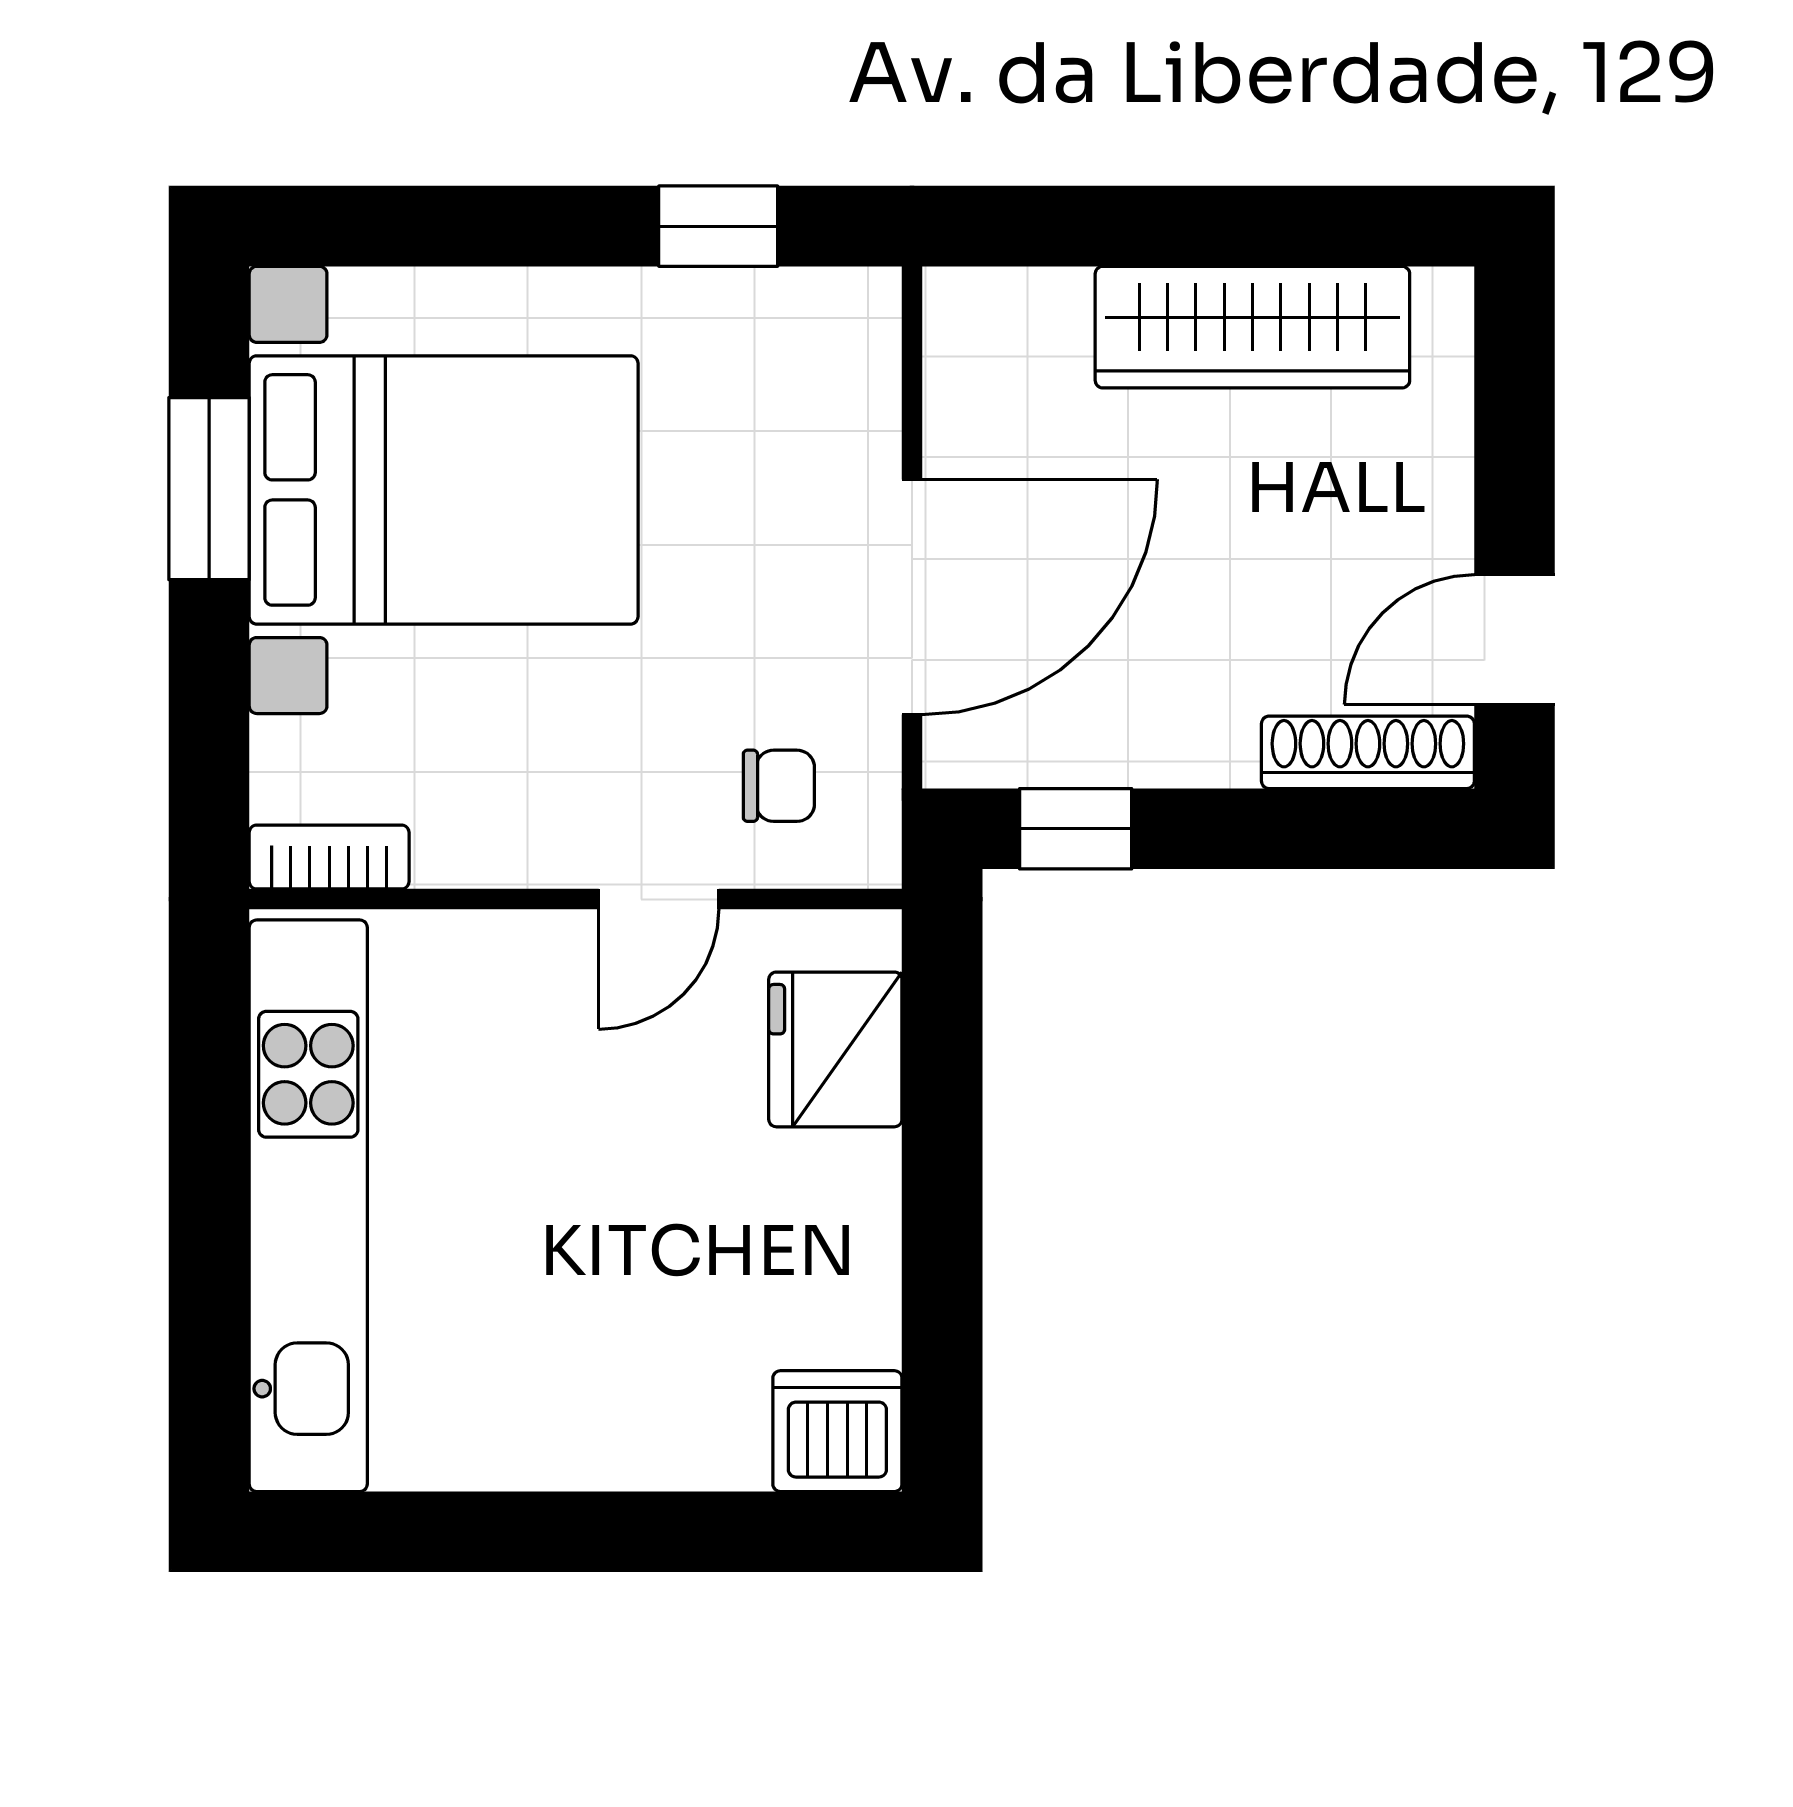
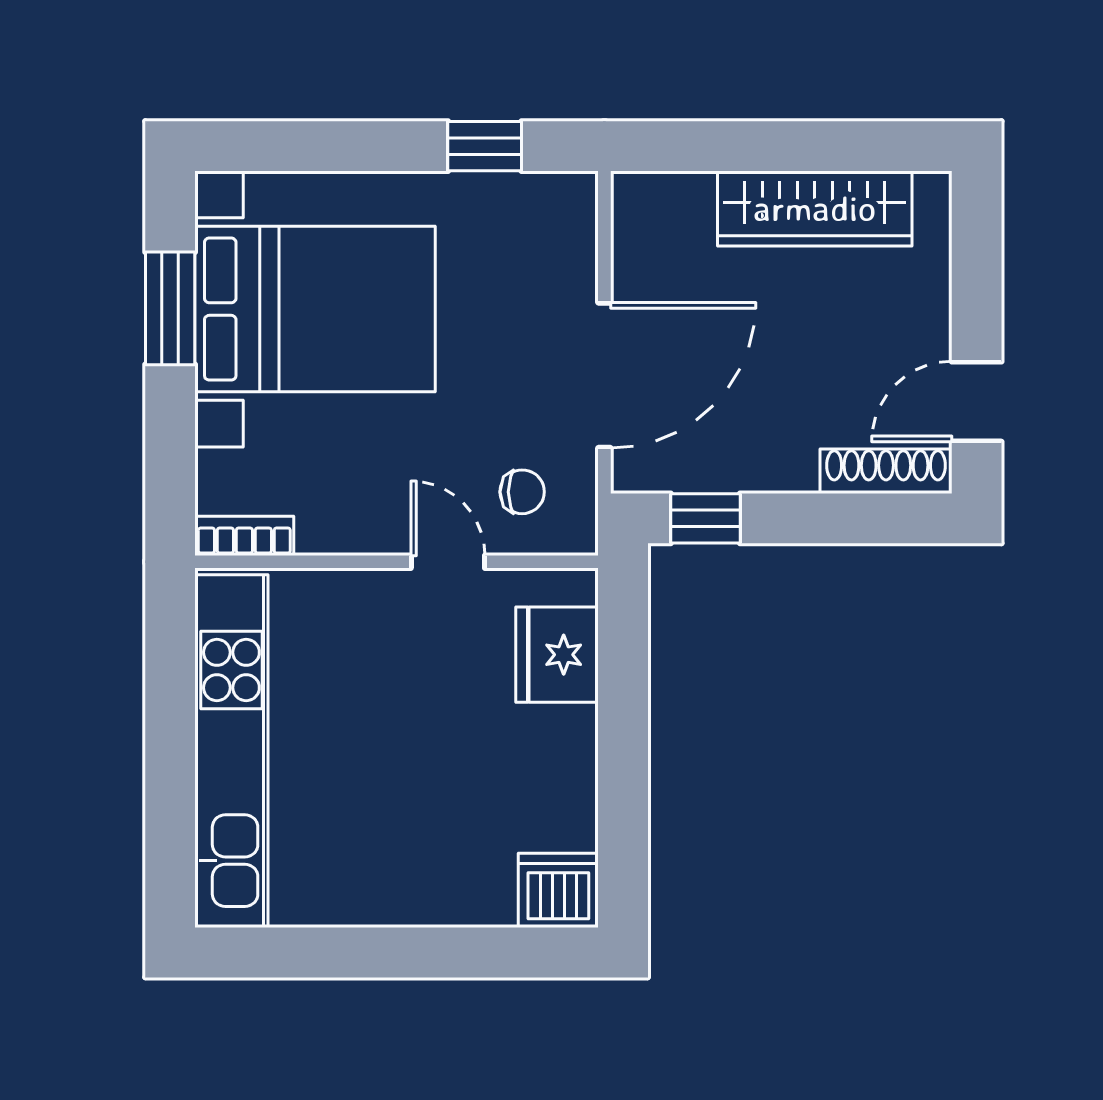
door: (659, 899) -> (448, 562), swing flipped

